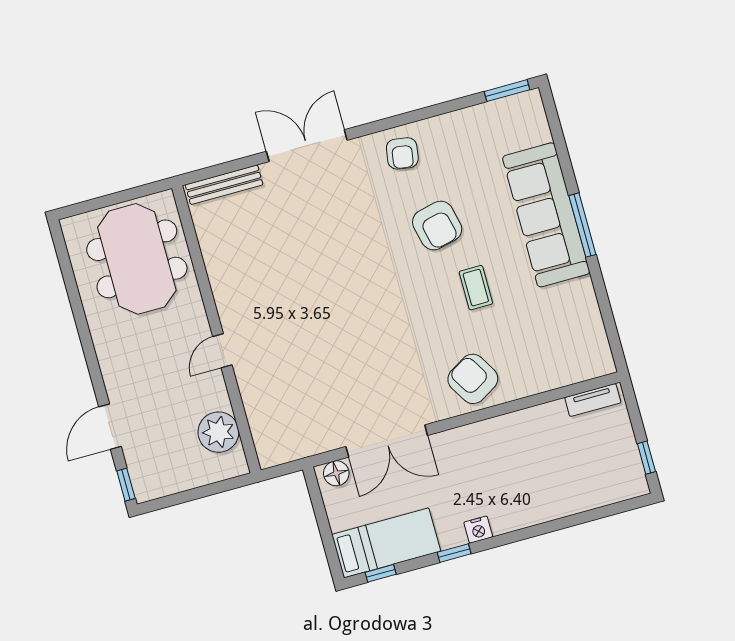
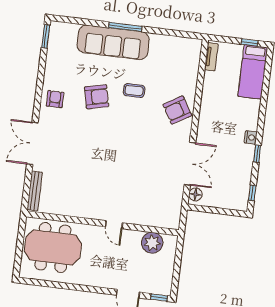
armchair: (402, 153) -> (55, 99), turned -99
bed: (386, 543) -> (253, 72), moved, turned 180

